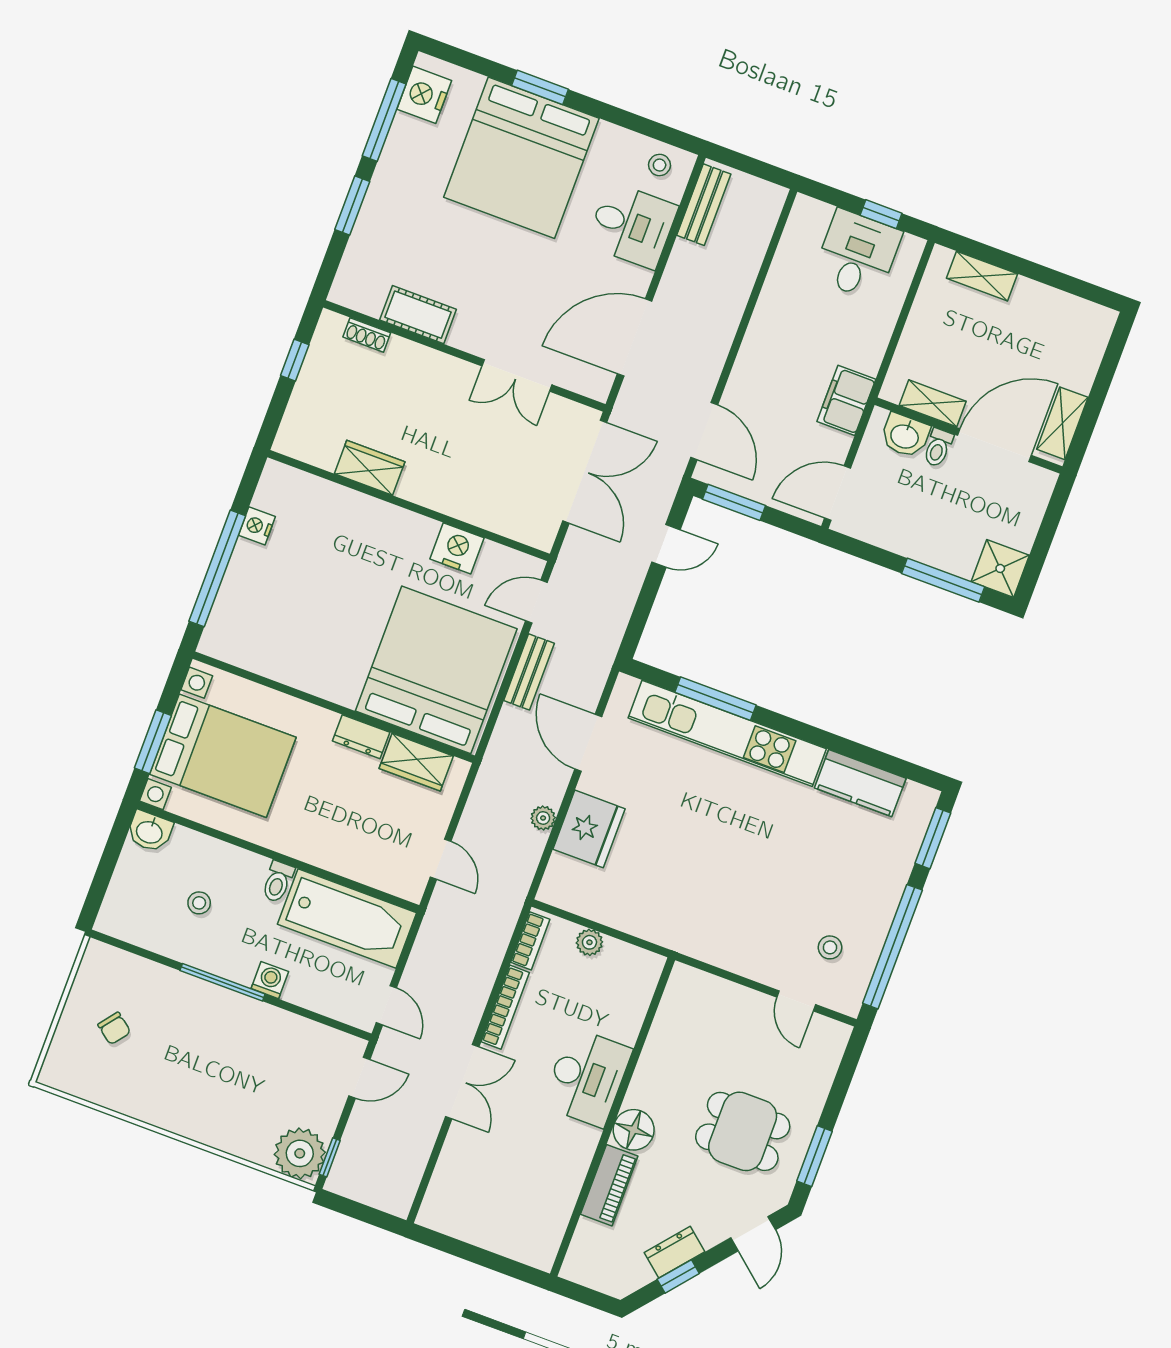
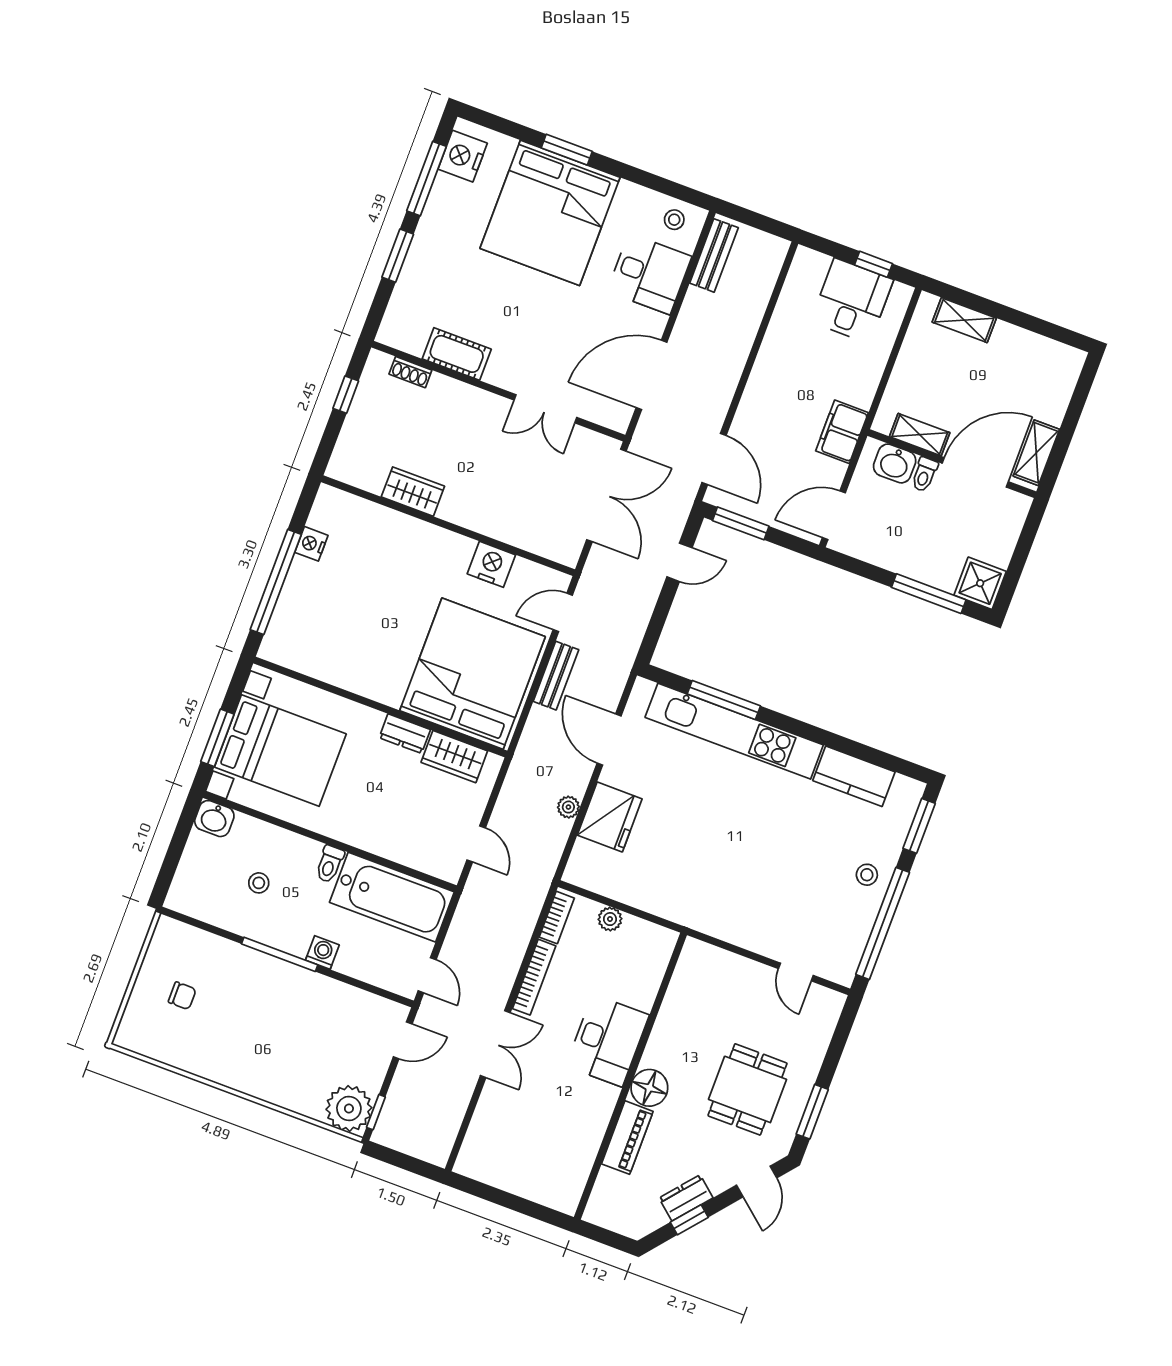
stool: (830, 947) -> (867, 875), moved
chair: (114, 1028) -> (182, 996), turned -38
dining table: (743, 1131) -> (748, 1089), turned 90

